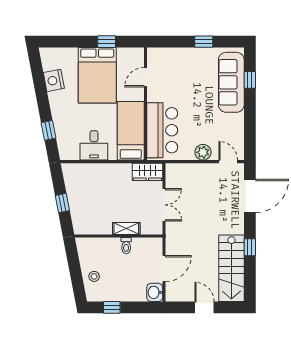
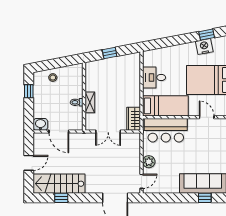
window: (49, 130) -> (207, 35), moved
window: (250, 247) -> (61, 198), moved

